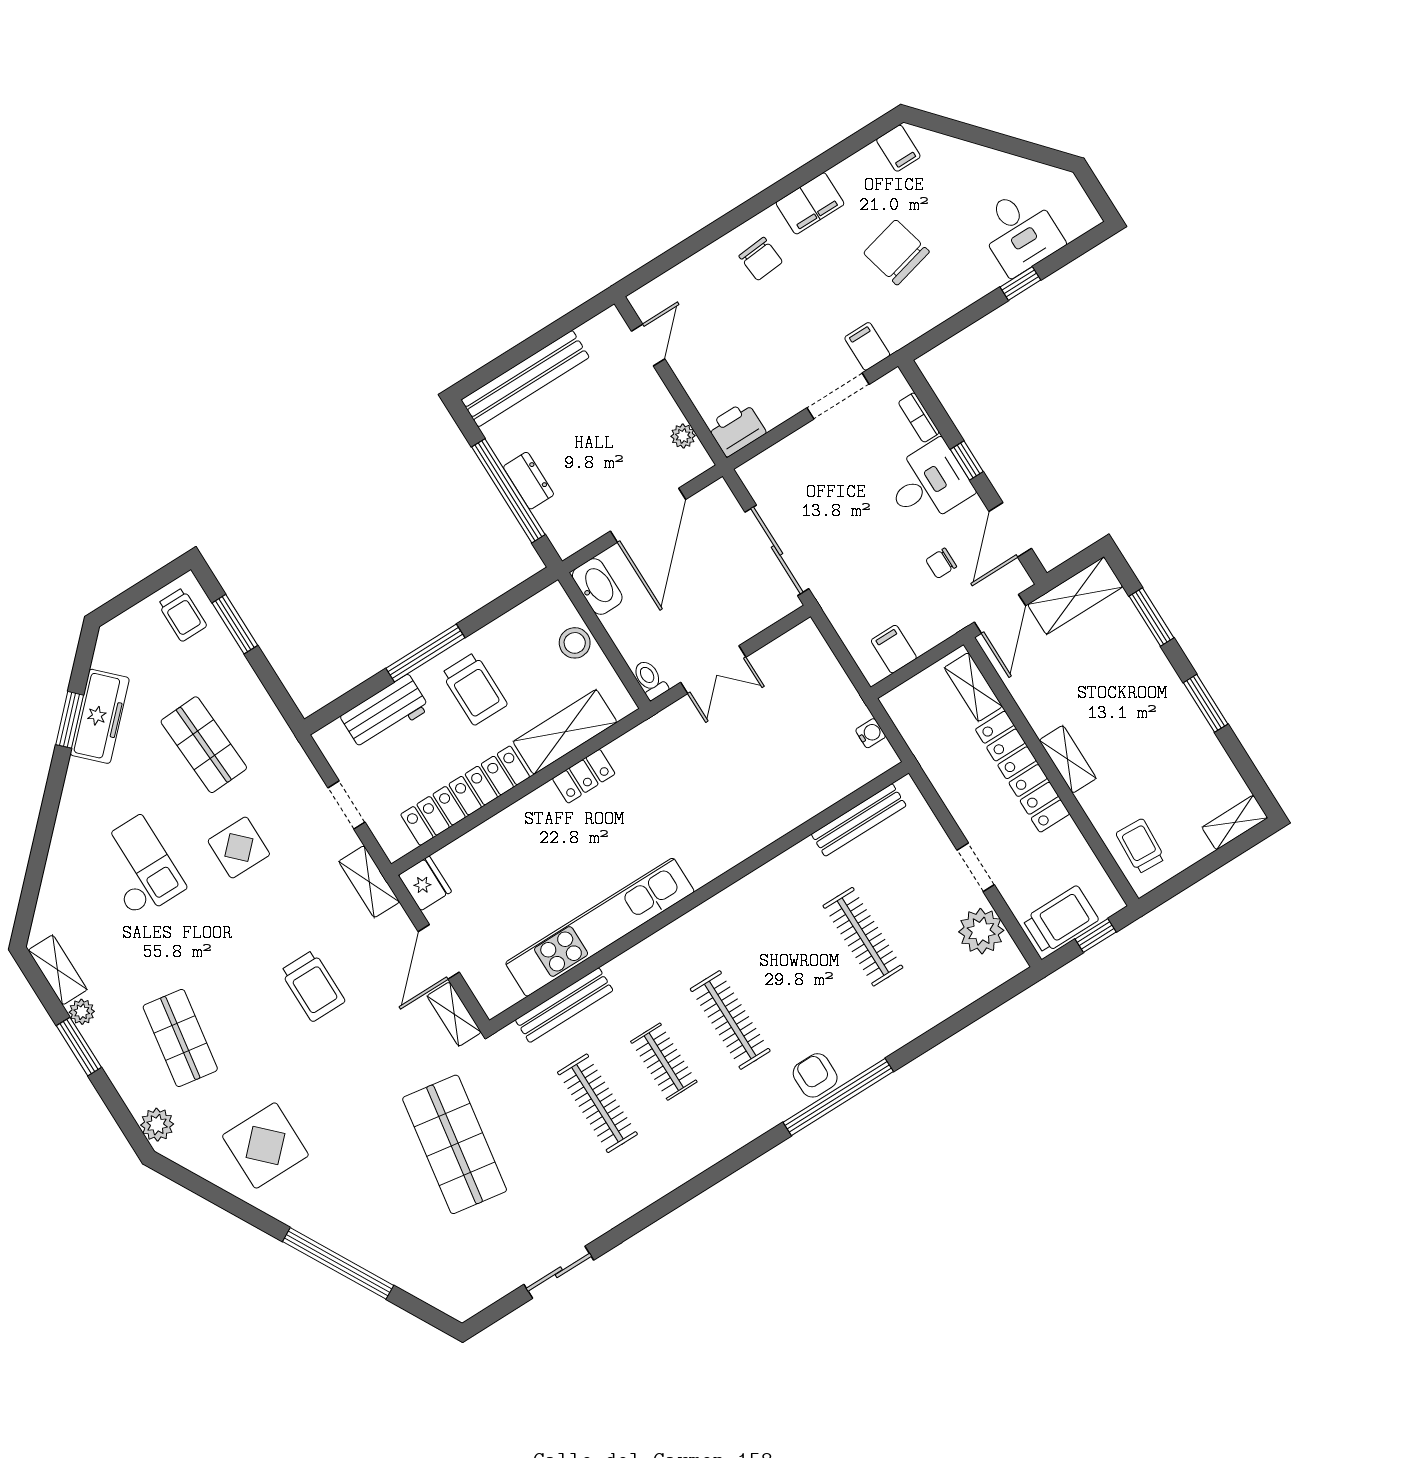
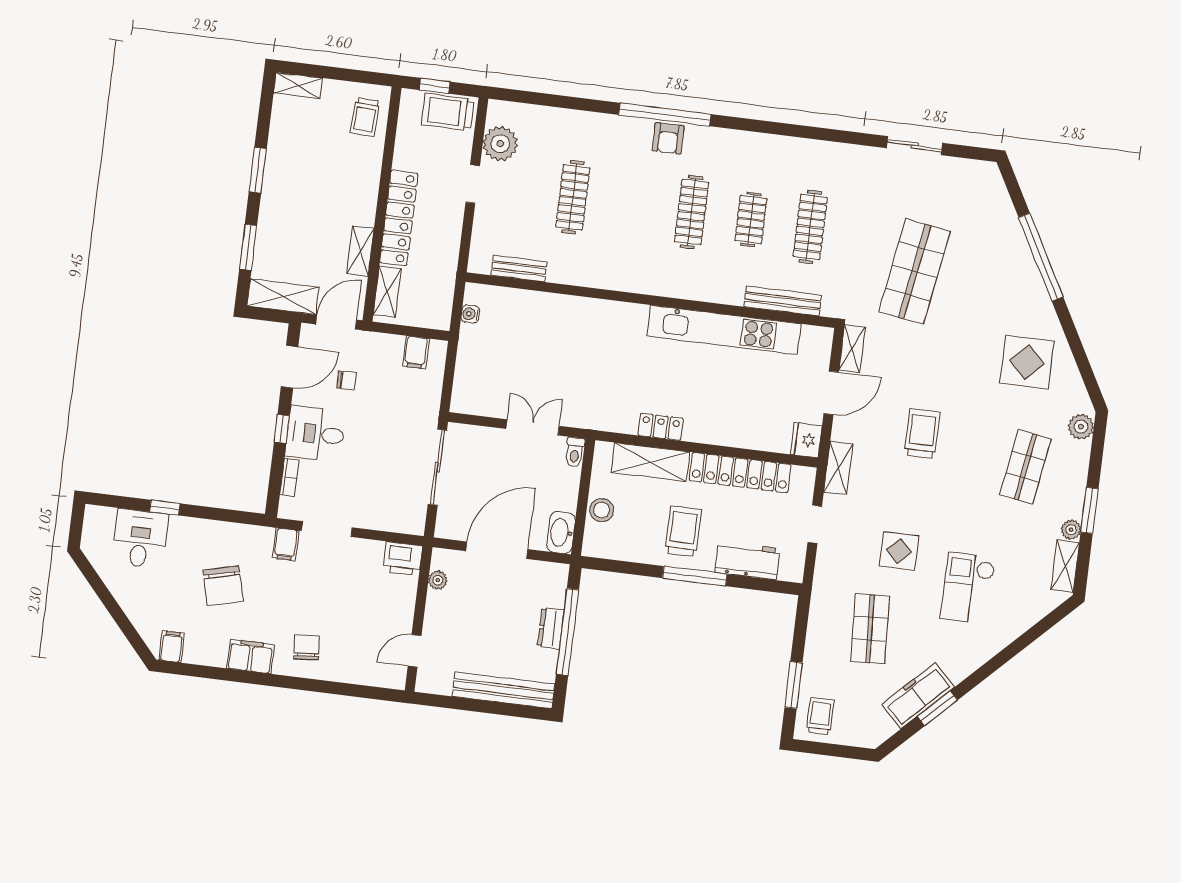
shelving: (1068, 759) -> (360, 251), moved
bench: (859, 820) -> (519, 268), width x0.73

